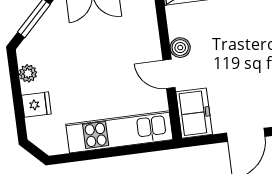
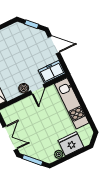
fridge: (36, 105) -> (71, 144), width x1.88, depth x1.34

